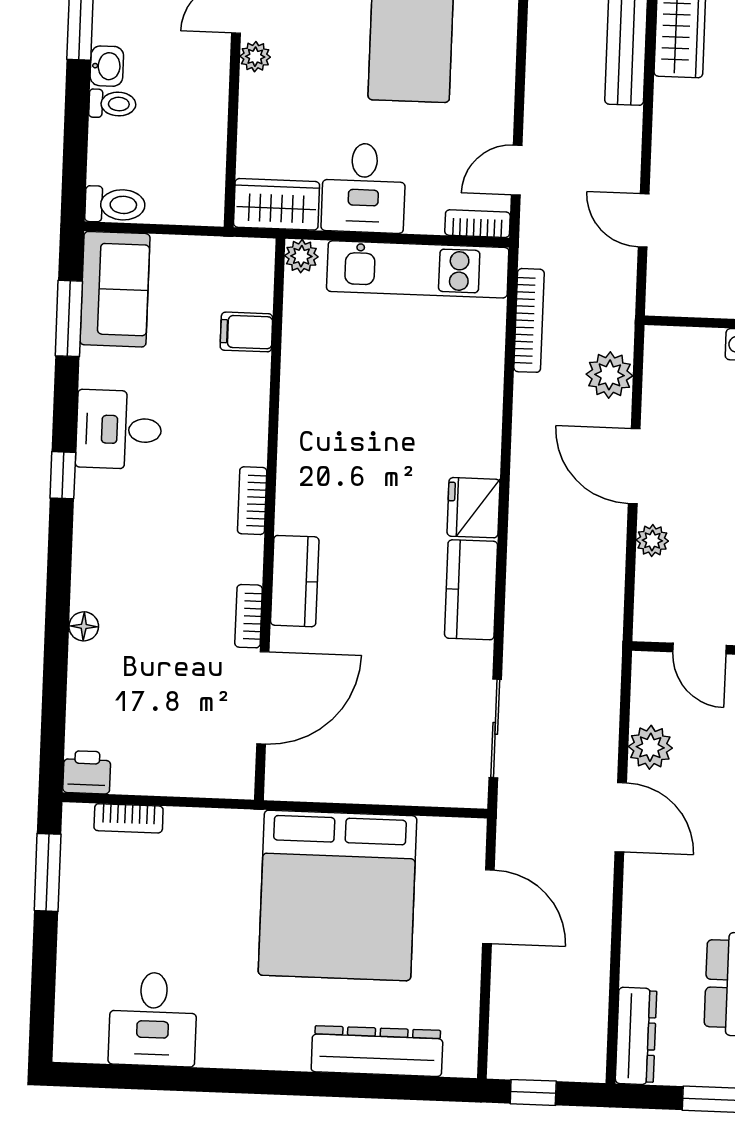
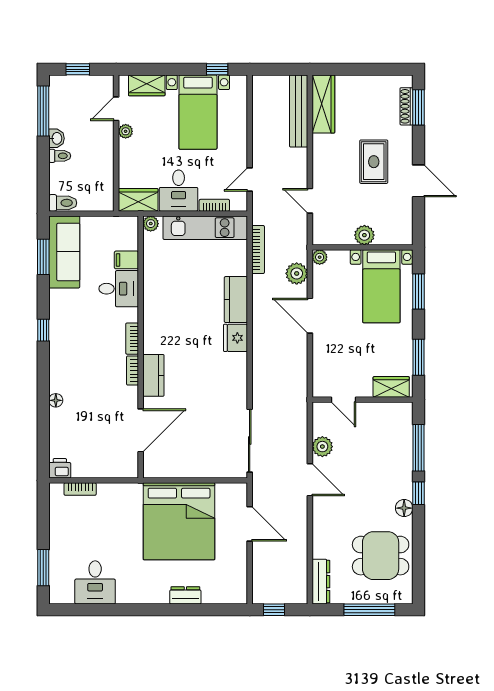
bookcase: (477, 224) -> (214, 205), moved
sofa: (115, 289) -> (64, 252), width x1.36
desk: (119, 430) -> (119, 289), moved, turned 180
plant: (652, 540) -> (320, 257), moved
kitchen counter: (471, 590) -> (236, 300), moved
bookcase: (249, 616) -> (133, 371), moved
sliding door: (495, 728) -> (250, 441), width x1.37
window: (48, 872) -> (43, 568), moved
dresser: (377, 1051) -> (185, 595), width x0.51, depth x0.80

